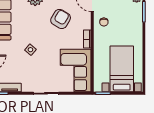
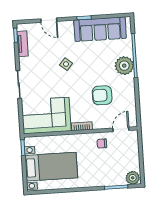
armchair: (61, 19) -> (102, 95), turned 149

